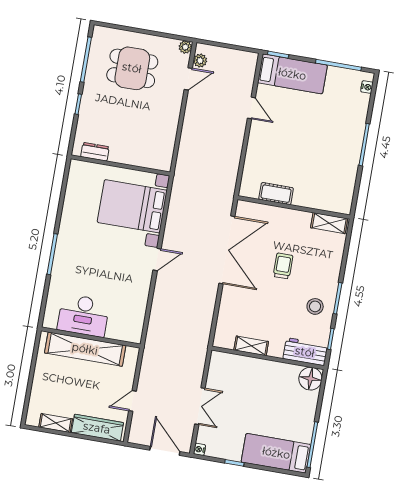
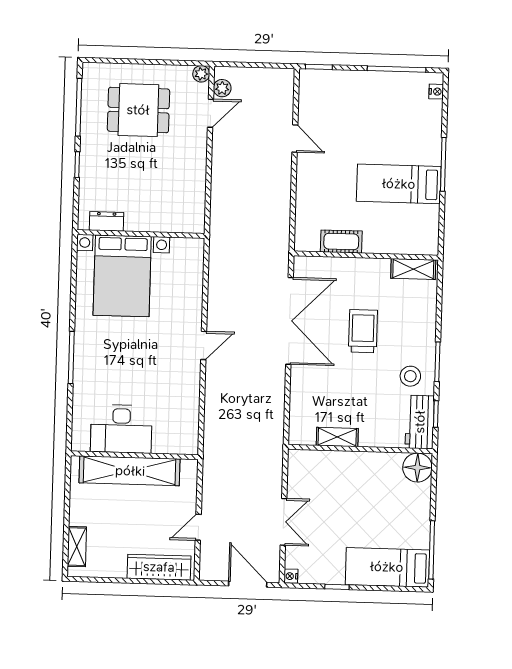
bed: (292, 74) -> (399, 184), moved, turned 180
bed with nightstands: (132, 206) -> (122, 276), moved, turned -90
trolley: (283, 266) -> (363, 331), width x1.36, depth x1.39
workbench: (305, 352) -> (420, 422), moved, turned -90
shelving: (56, 423) -> (77, 547), moved, turned 90

